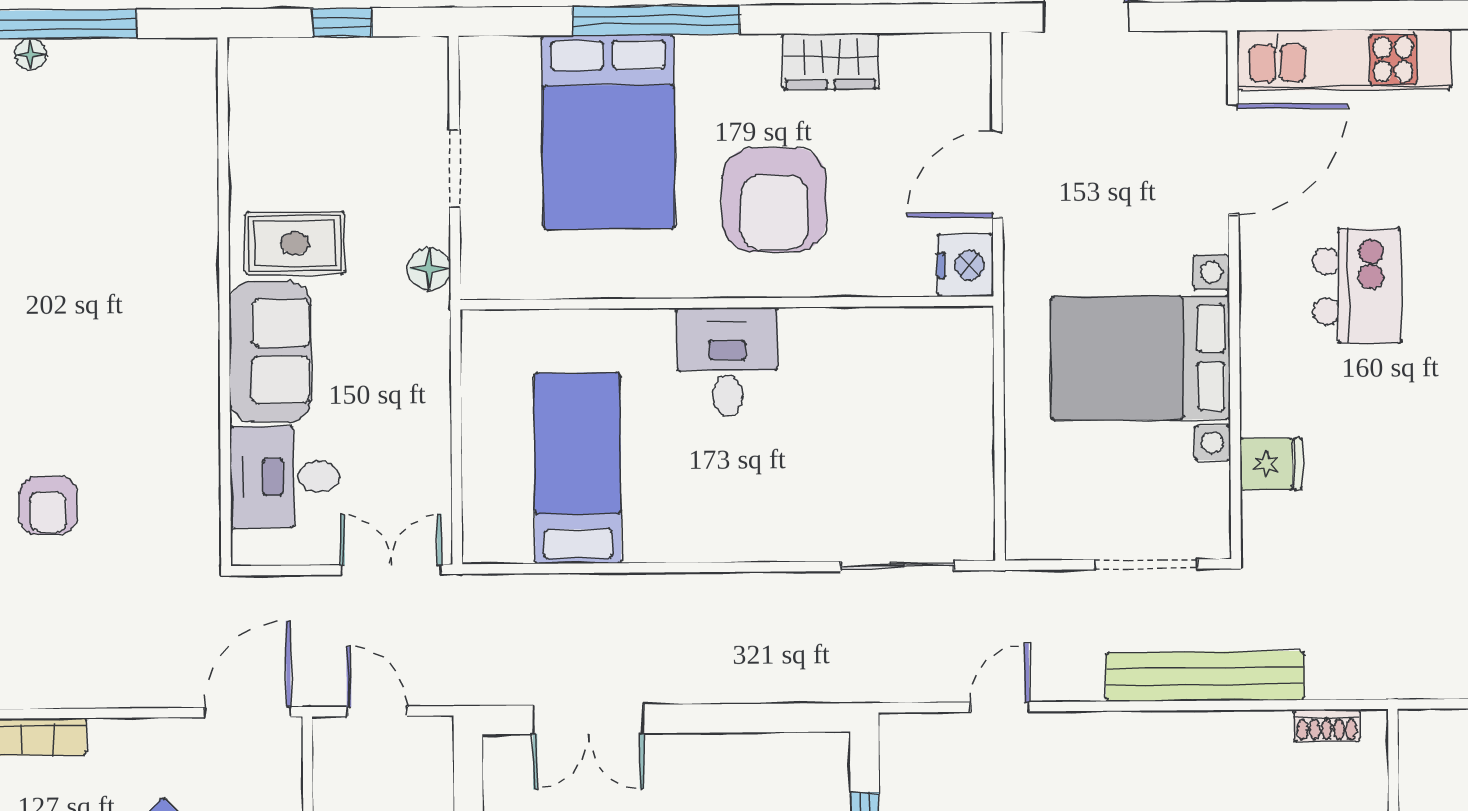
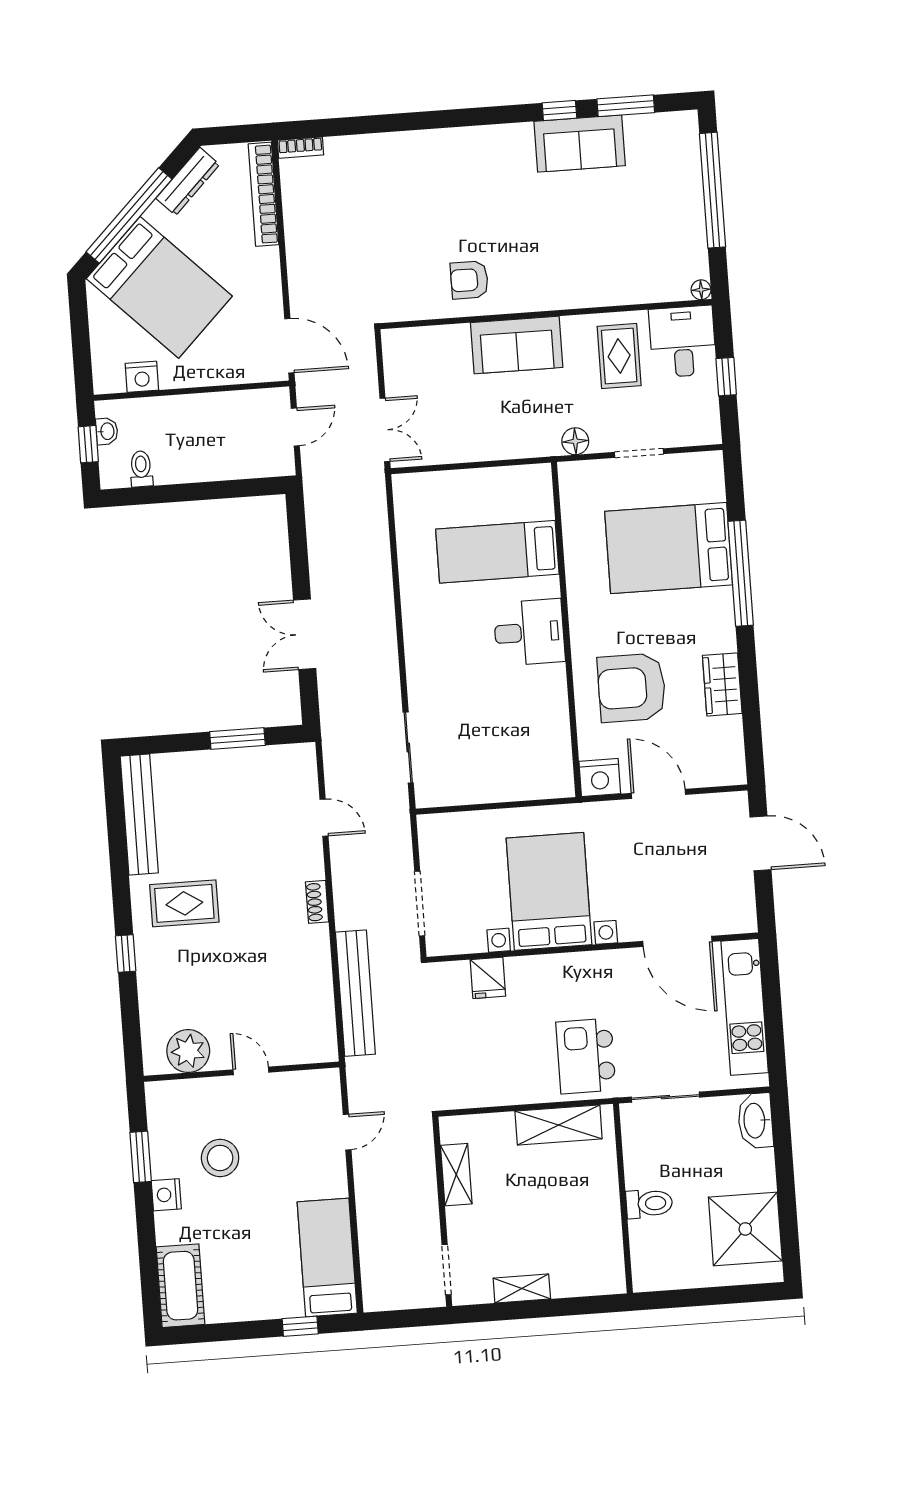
floor lamp: (31, 54) -> (701, 290), moved
armchair: (774, 200) -> (632, 688), moved
rug: (295, 243) -> (619, 356), moved
kitchen island: (1357, 286) -> (586, 1056), moved, turned 90
bed: (578, 468) -> (497, 552), moved, turned 180
desk: (285, 477) -> (683, 342), moved
armchair: (48, 505) -> (469, 280), moved
bench: (1205, 676) -> (355, 993), moved
double door: (588, 719) -> (305, 634), moved
shoe rack: (1327, 725) -> (317, 902), moved

